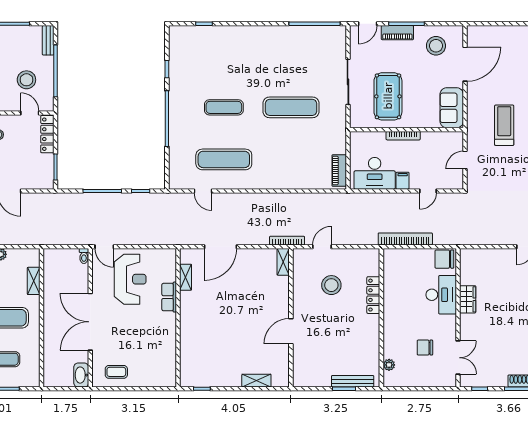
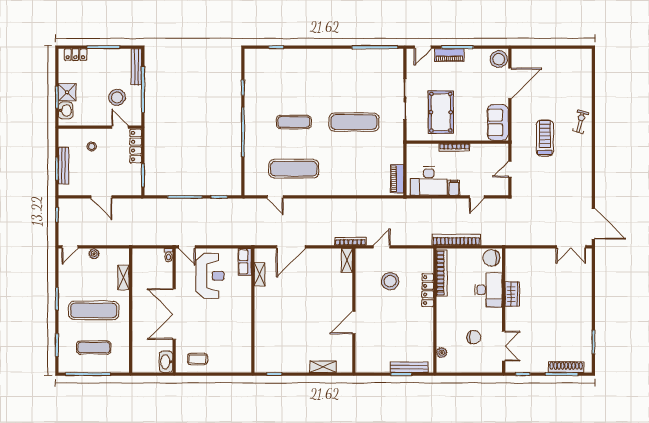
bench: (48, 40) -> (136, 67), width x1.36
stool: (436, 46) -> (499, 59), moved
bookcase: (389, 276) -> (442, 273), added
row of seats: (169, 297) -> (245, 262), moved
chair: (425, 348) -> (474, 337), turned 180

